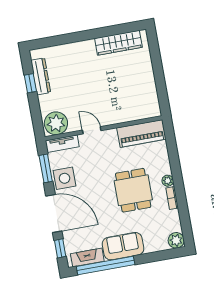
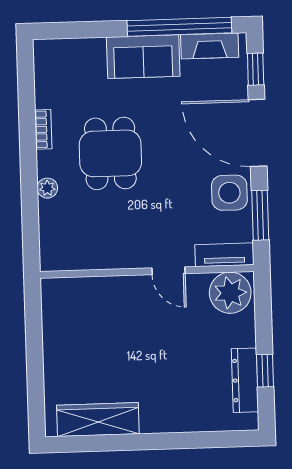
piano: (141, 133) -> (81, 252), removed
plant: (168, 181) -> (47, 188), moved
plant: (176, 240) -> (47, 53), removed

